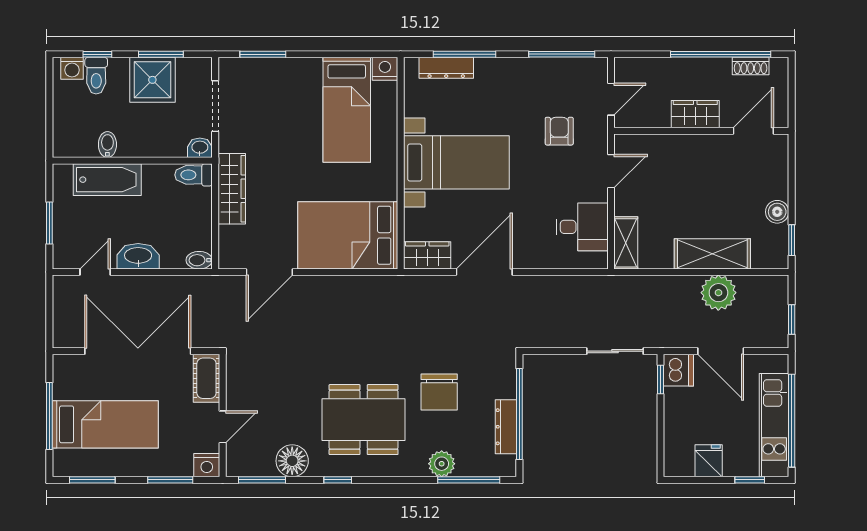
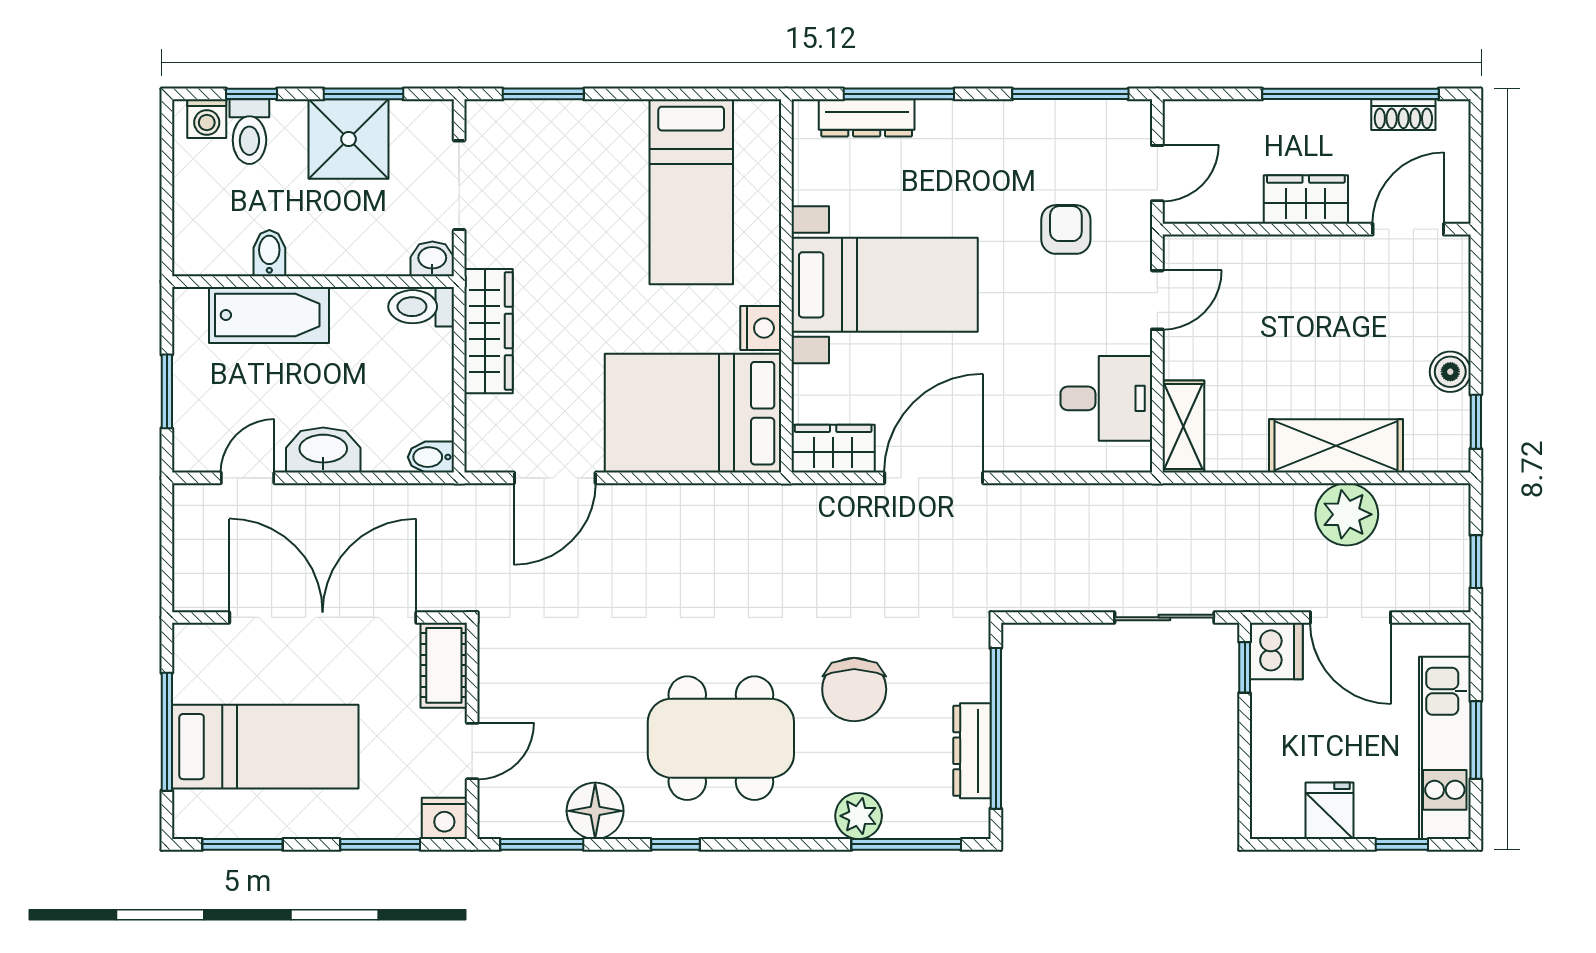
nightstand: (385, 69) -> (761, 328), moved, turned 90
window: (792, 421) -> (1476, 740), width x0.47

